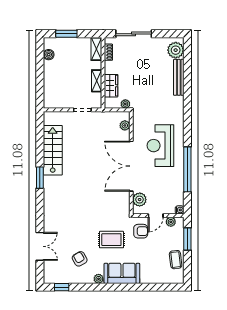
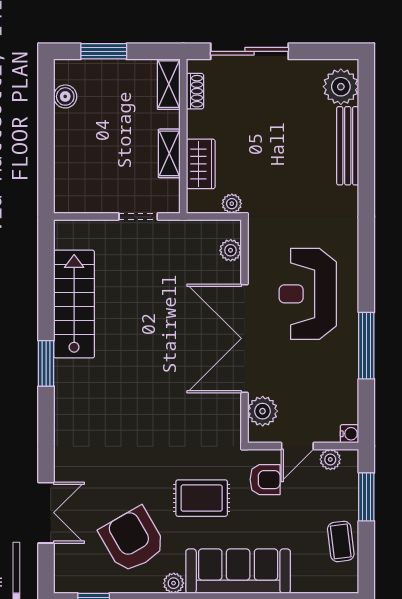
window: (187, 169) -> (366, 346), width x0.68
armchair: (80, 259) -> (133, 540), width x1.88, depth x1.88
sofa: (122, 273) -> (238, 571), width x1.36

